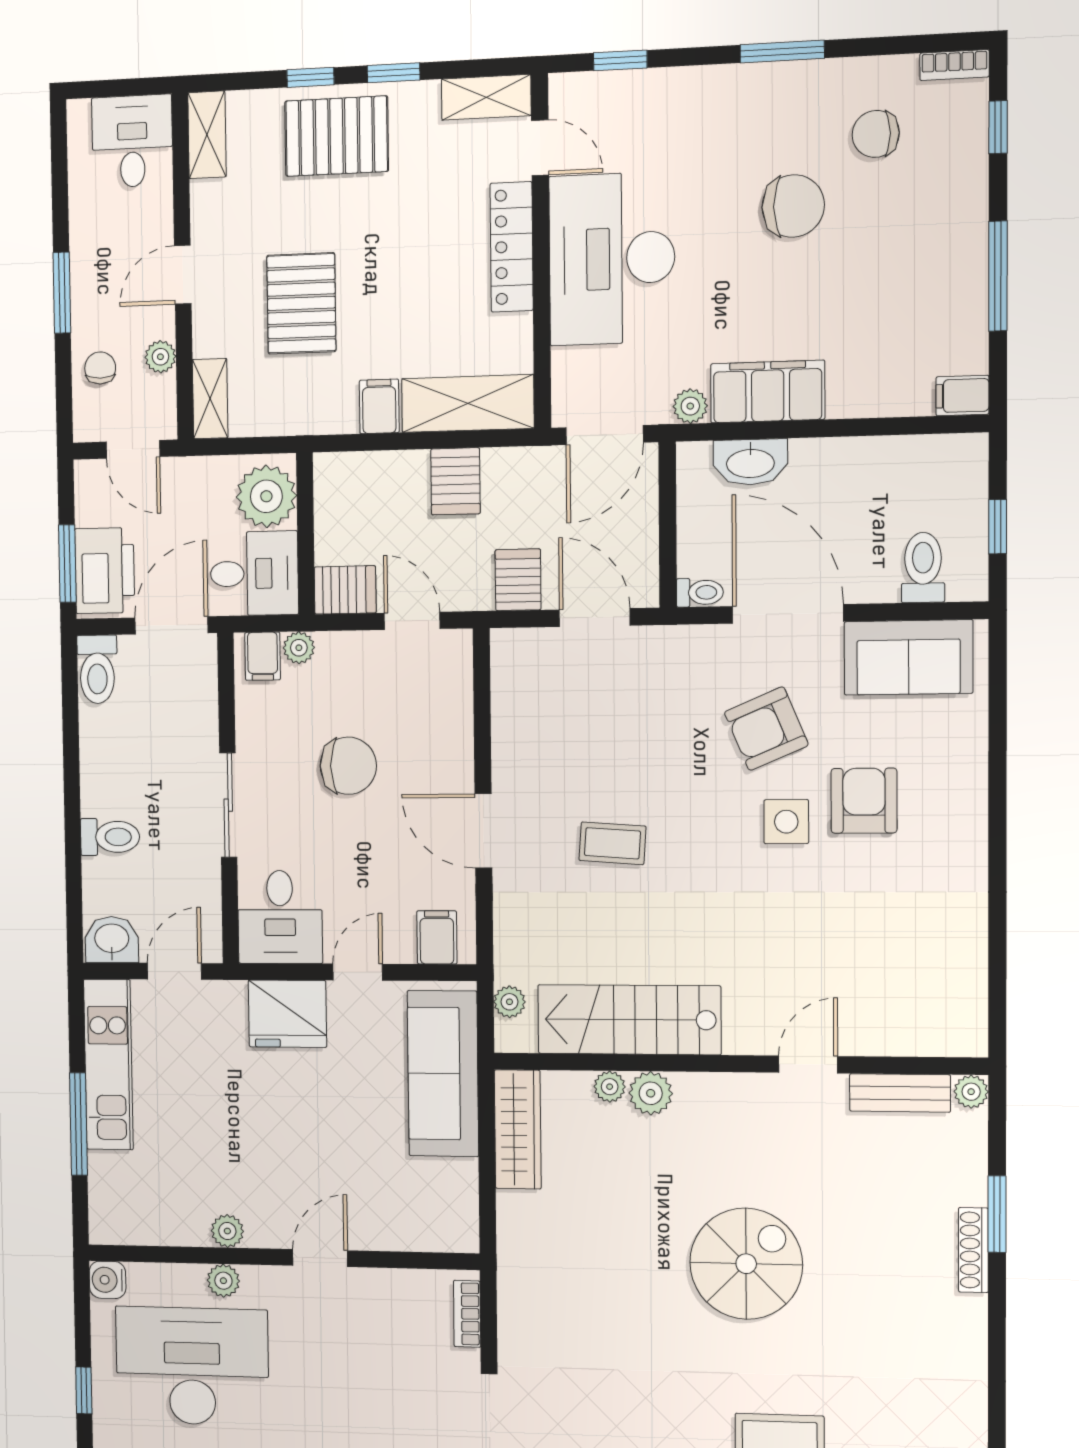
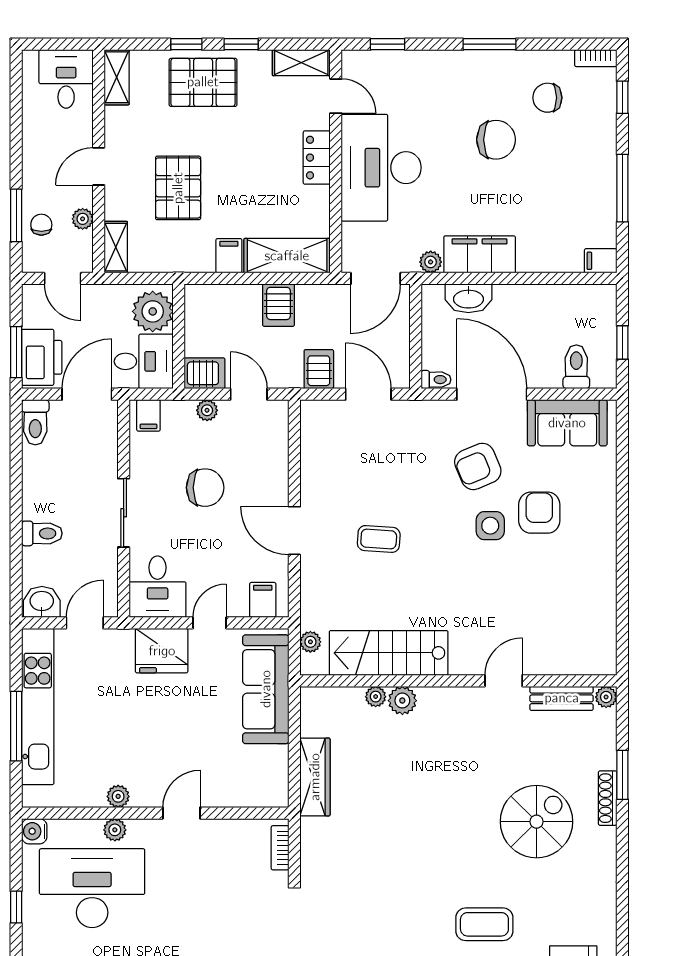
locker: (512, 247) -> (317, 158), width x0.66
window: (62, 293) -> (16, 215), moved
plant: (299, 648) -> (207, 410), moved
kitchen unit: (108, 1065) -> (38, 707), width x1.36
wardrobe: (518, 1129) -> (315, 777), moved
spiral stairs: (746, 1264) -> (537, 822), moved

